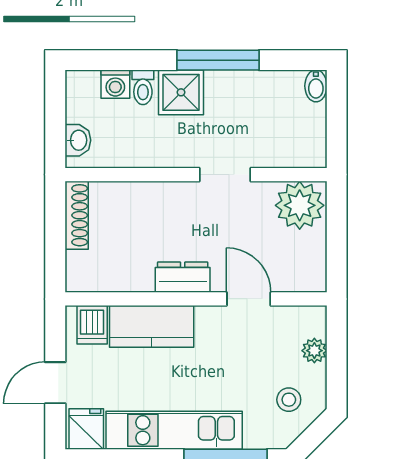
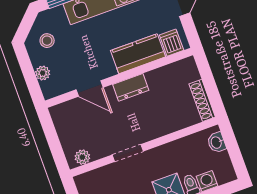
plant: (300, 205) -> (82, 157), width x0.53, depth x0.53

